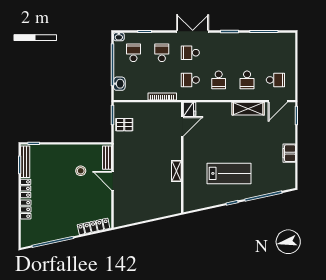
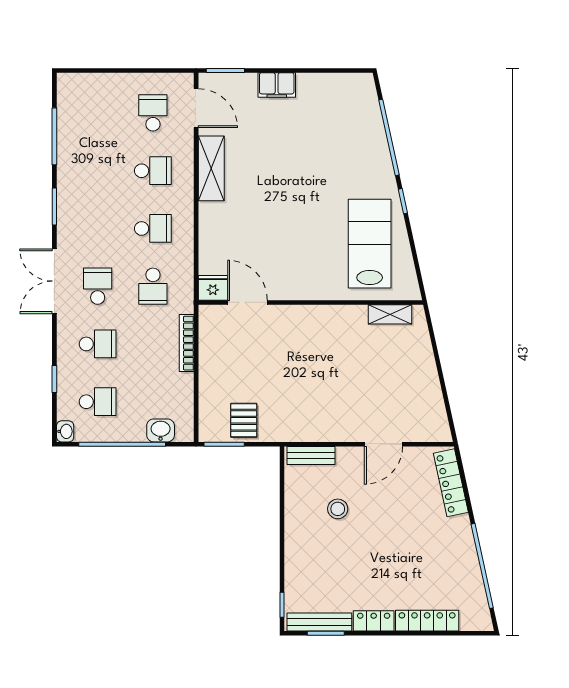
school desk: (133, 53) -> (98, 402), turned 180
school desk: (162, 53) -> (98, 344), turned 180
school desk: (190, 53) -> (98, 286), turned 180
filing cabinet: (289, 153) -> (277, 85), moved
shelving: (176, 171) -> (390, 314), moved
lab bench: (229, 173) -> (370, 244), moved
door: (113, 181) -> (383, 444), moved
locker: (26, 209) -> (427, 621), width x1.53

